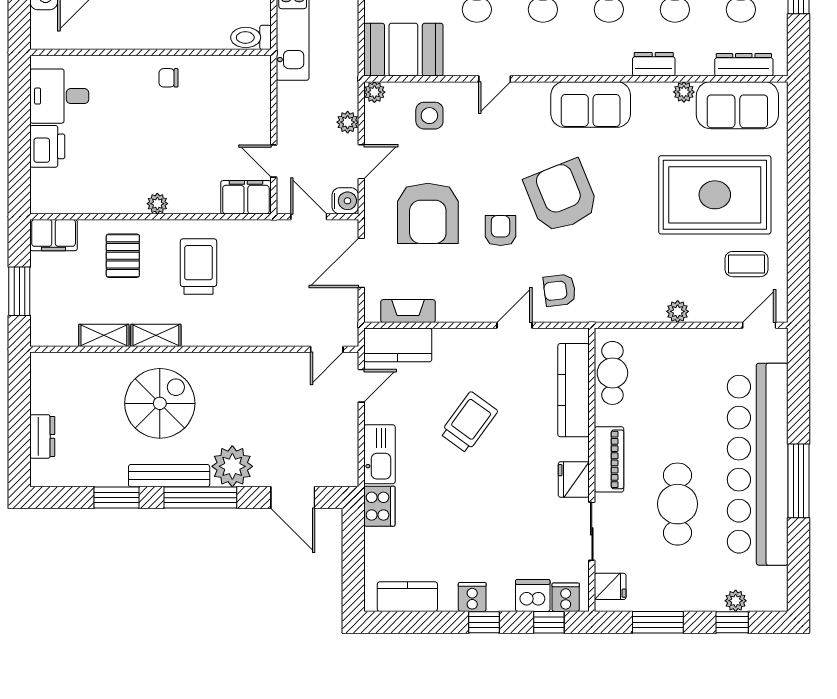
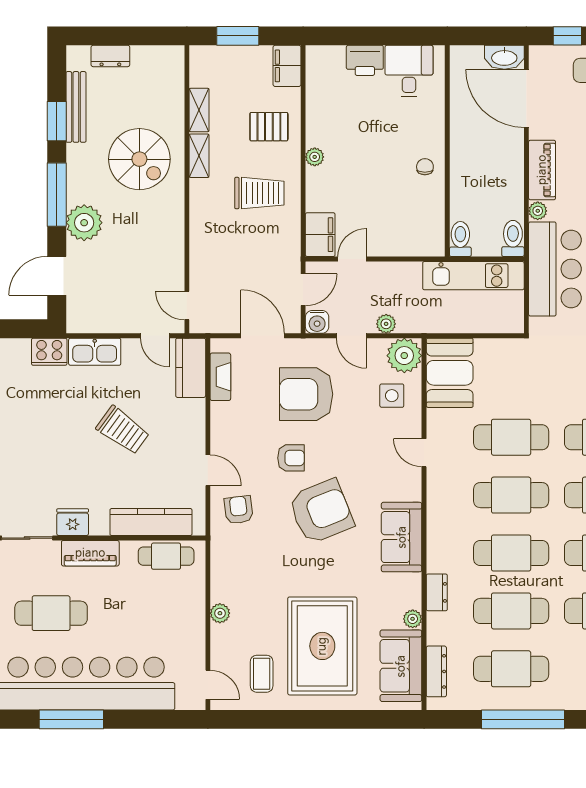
plant: (374, 92) -> (404, 356), width x1.88, depth x1.88
bench: (169, 476) -> (76, 107), moved

